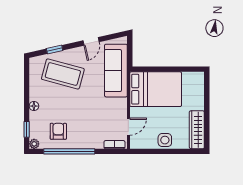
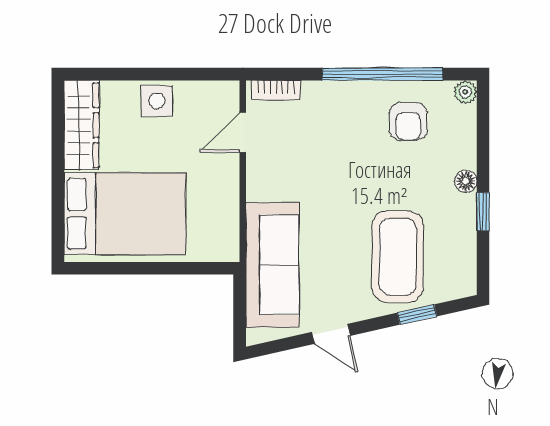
door: (91, 41) -> (331, 334), swing flipped
coffee table: (63, 74) -> (398, 257), turned 75
bed: (156, 89) -> (125, 214), moved, turned 180
window: (27, 129) -> (483, 212), moved

